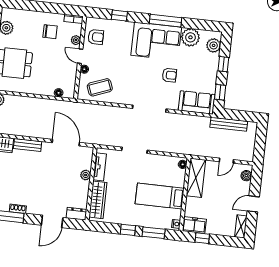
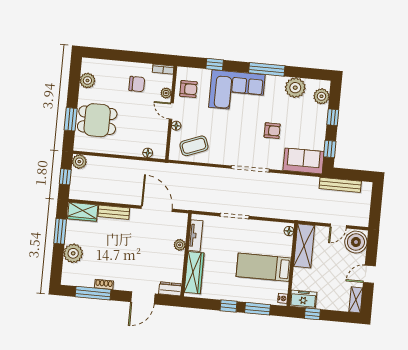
corner sofa: (156, 41) -> (237, 91), moved
boiler: (246, 176) -> (356, 242), width x1.86, depth x1.86

